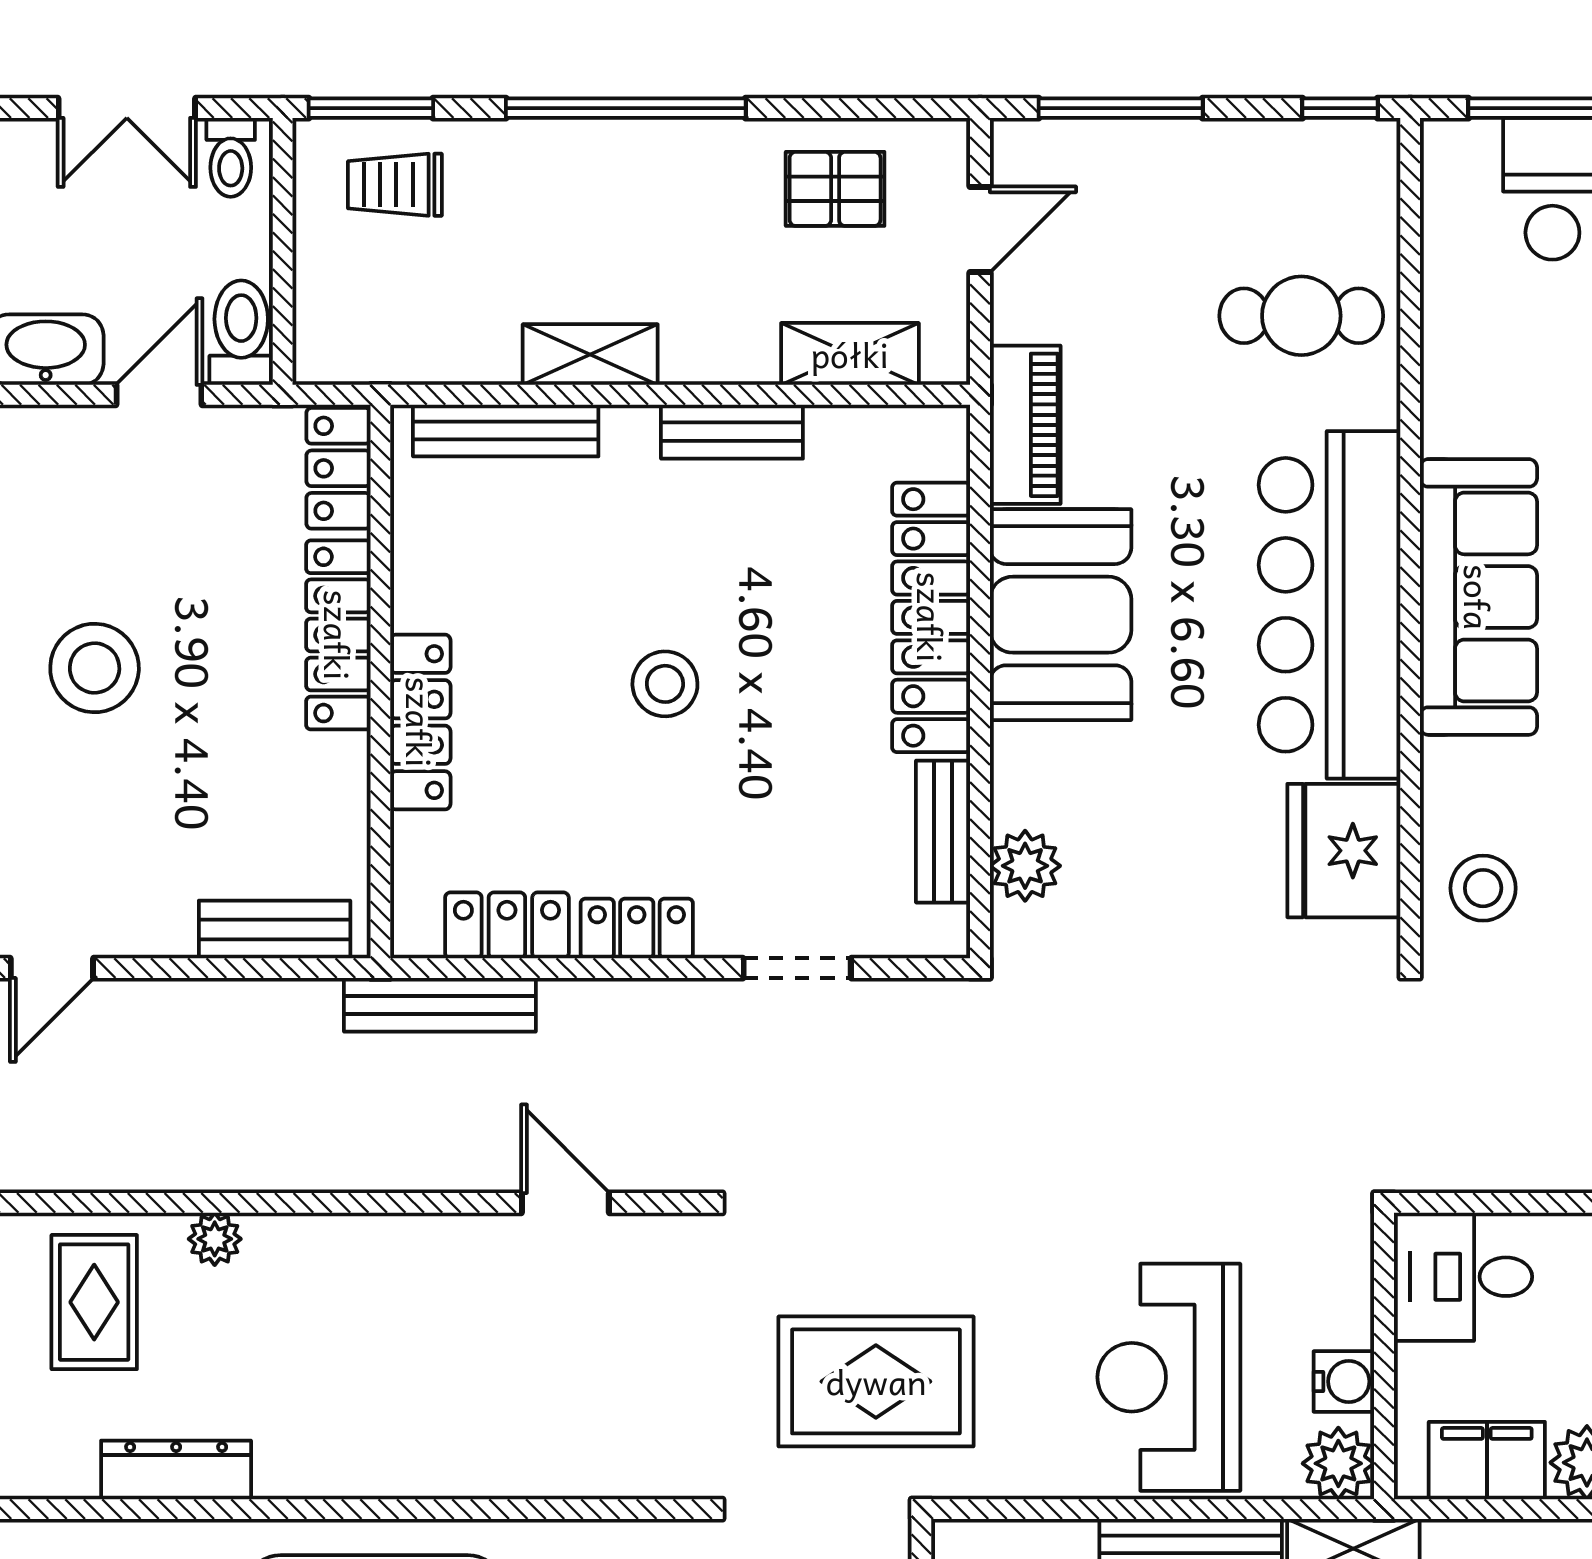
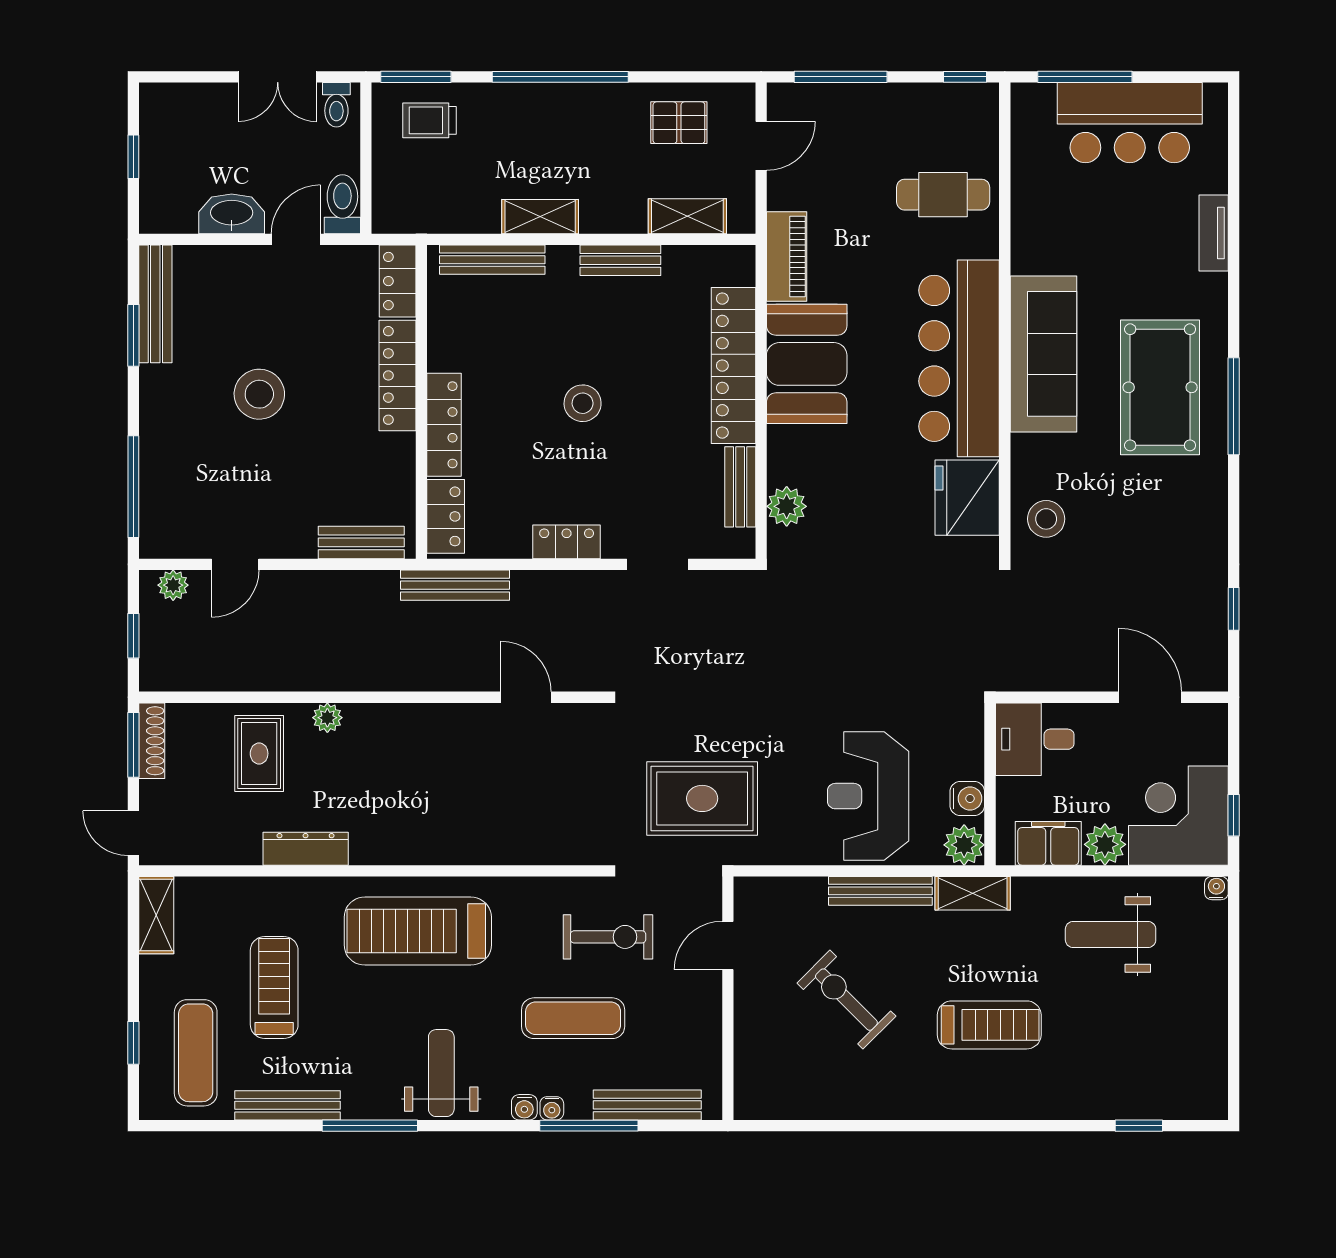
locker: (507, 925) -> (446, 516), moved, turned 90

